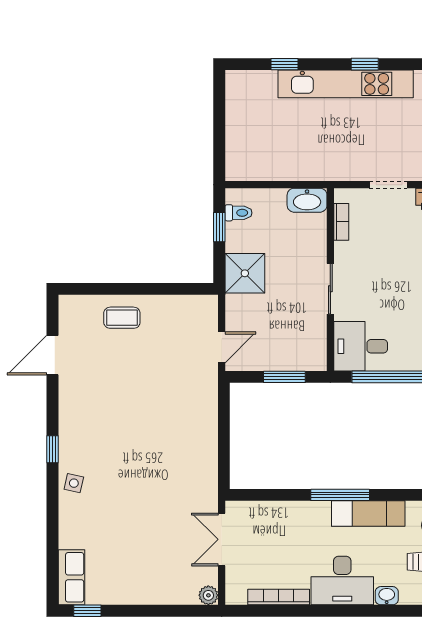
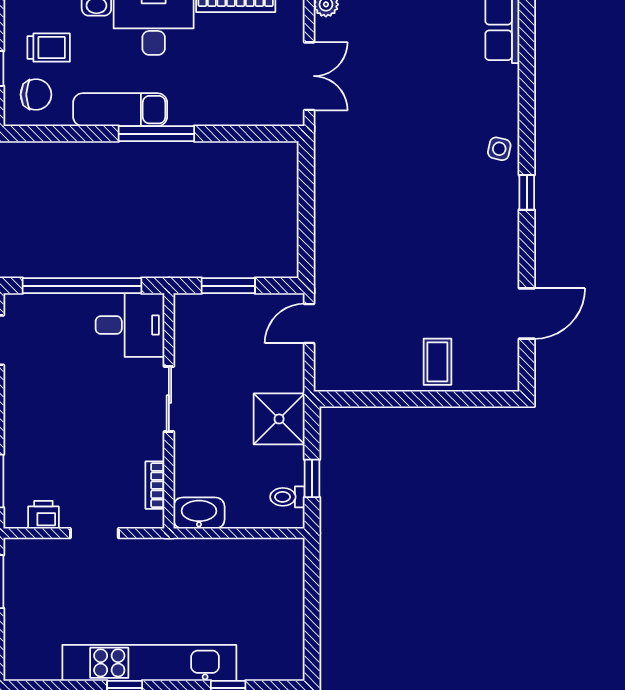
coffee table: (122, 318) -> (437, 362), turned 90

